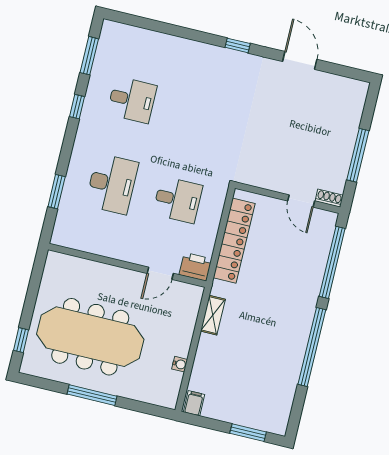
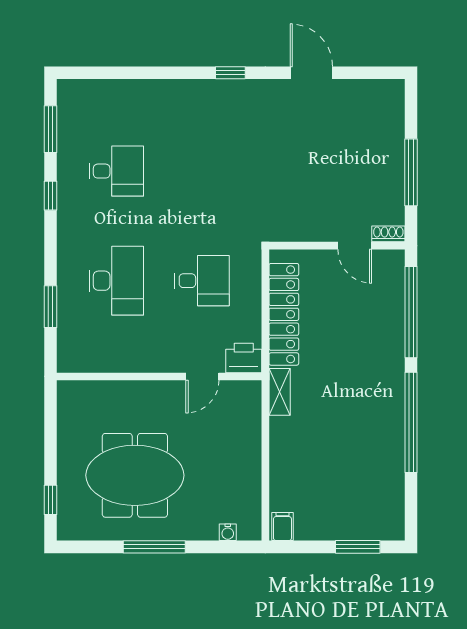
shelving: (213, 315) -> (280, 392), moved
meeting table: (90, 337) -> (135, 475), width x0.73
water cooler: (180, 364) -> (228, 532), moved, turned 90

